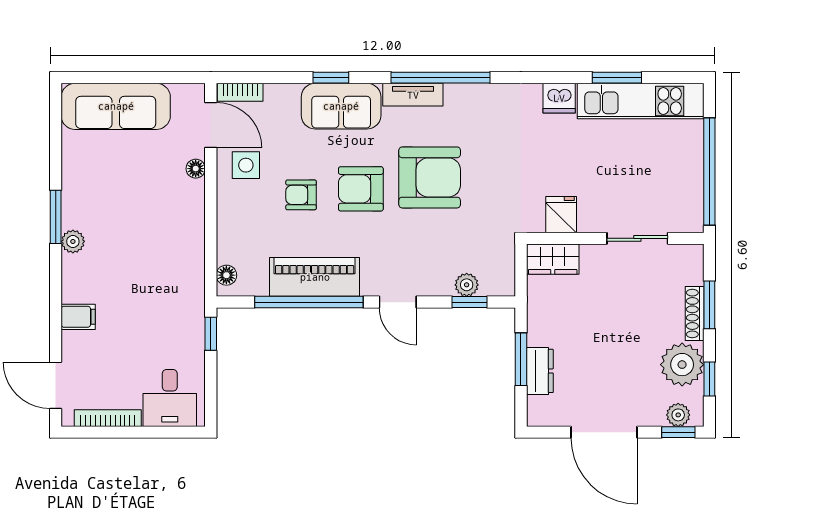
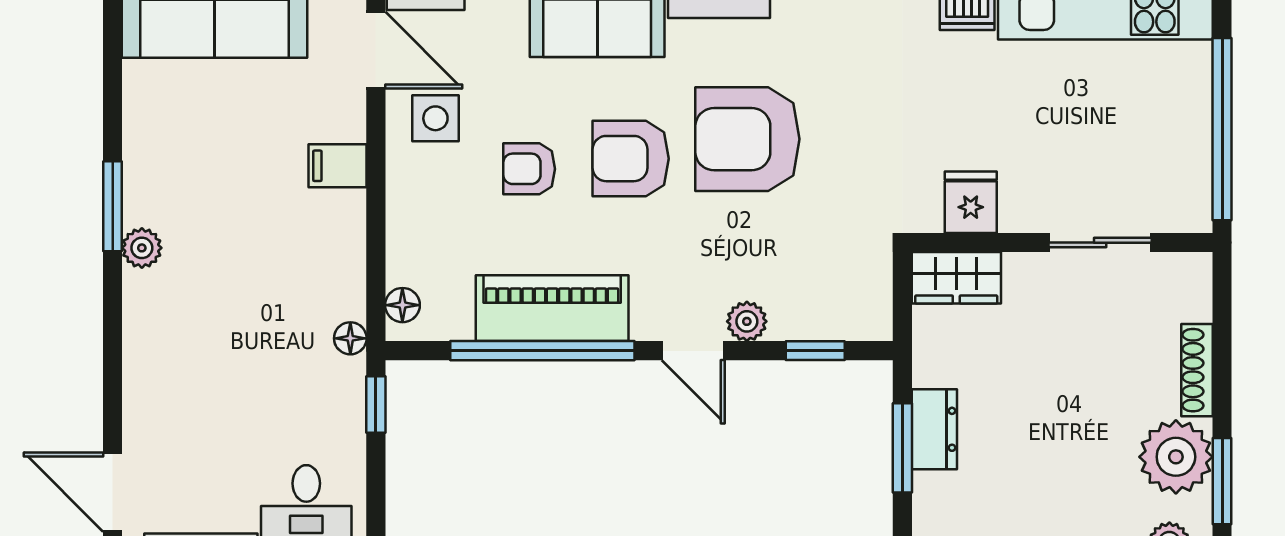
floor lamp: (196, 169) -> (350, 338), moved
armchair: (430, 177) -> (747, 139), turned 180
plant: (467, 285) -> (747, 321), moved
window: (709, 305) -> (1222, 355), removed
filing cabinet: (78, 317) -> (338, 166), moved, turned 180
dresser: (540, 371) -> (934, 429), moved
window: (709, 379) -> (1222, 481), width x1.50

